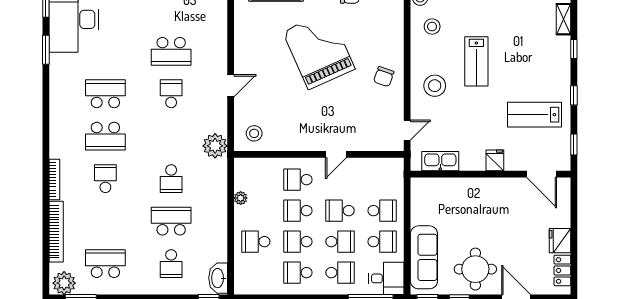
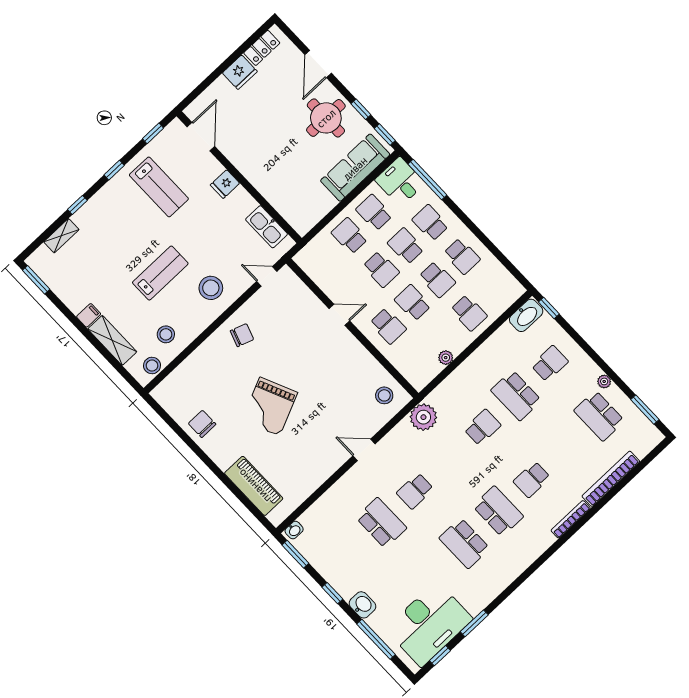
grand piano: (319, 50) -> (270, 406), width x0.73, depth x0.68
school desk: (298, 211) -> (413, 303), turned 180
plant: (64, 283) -> (604, 381), moved, width x0.53, depth x0.53

